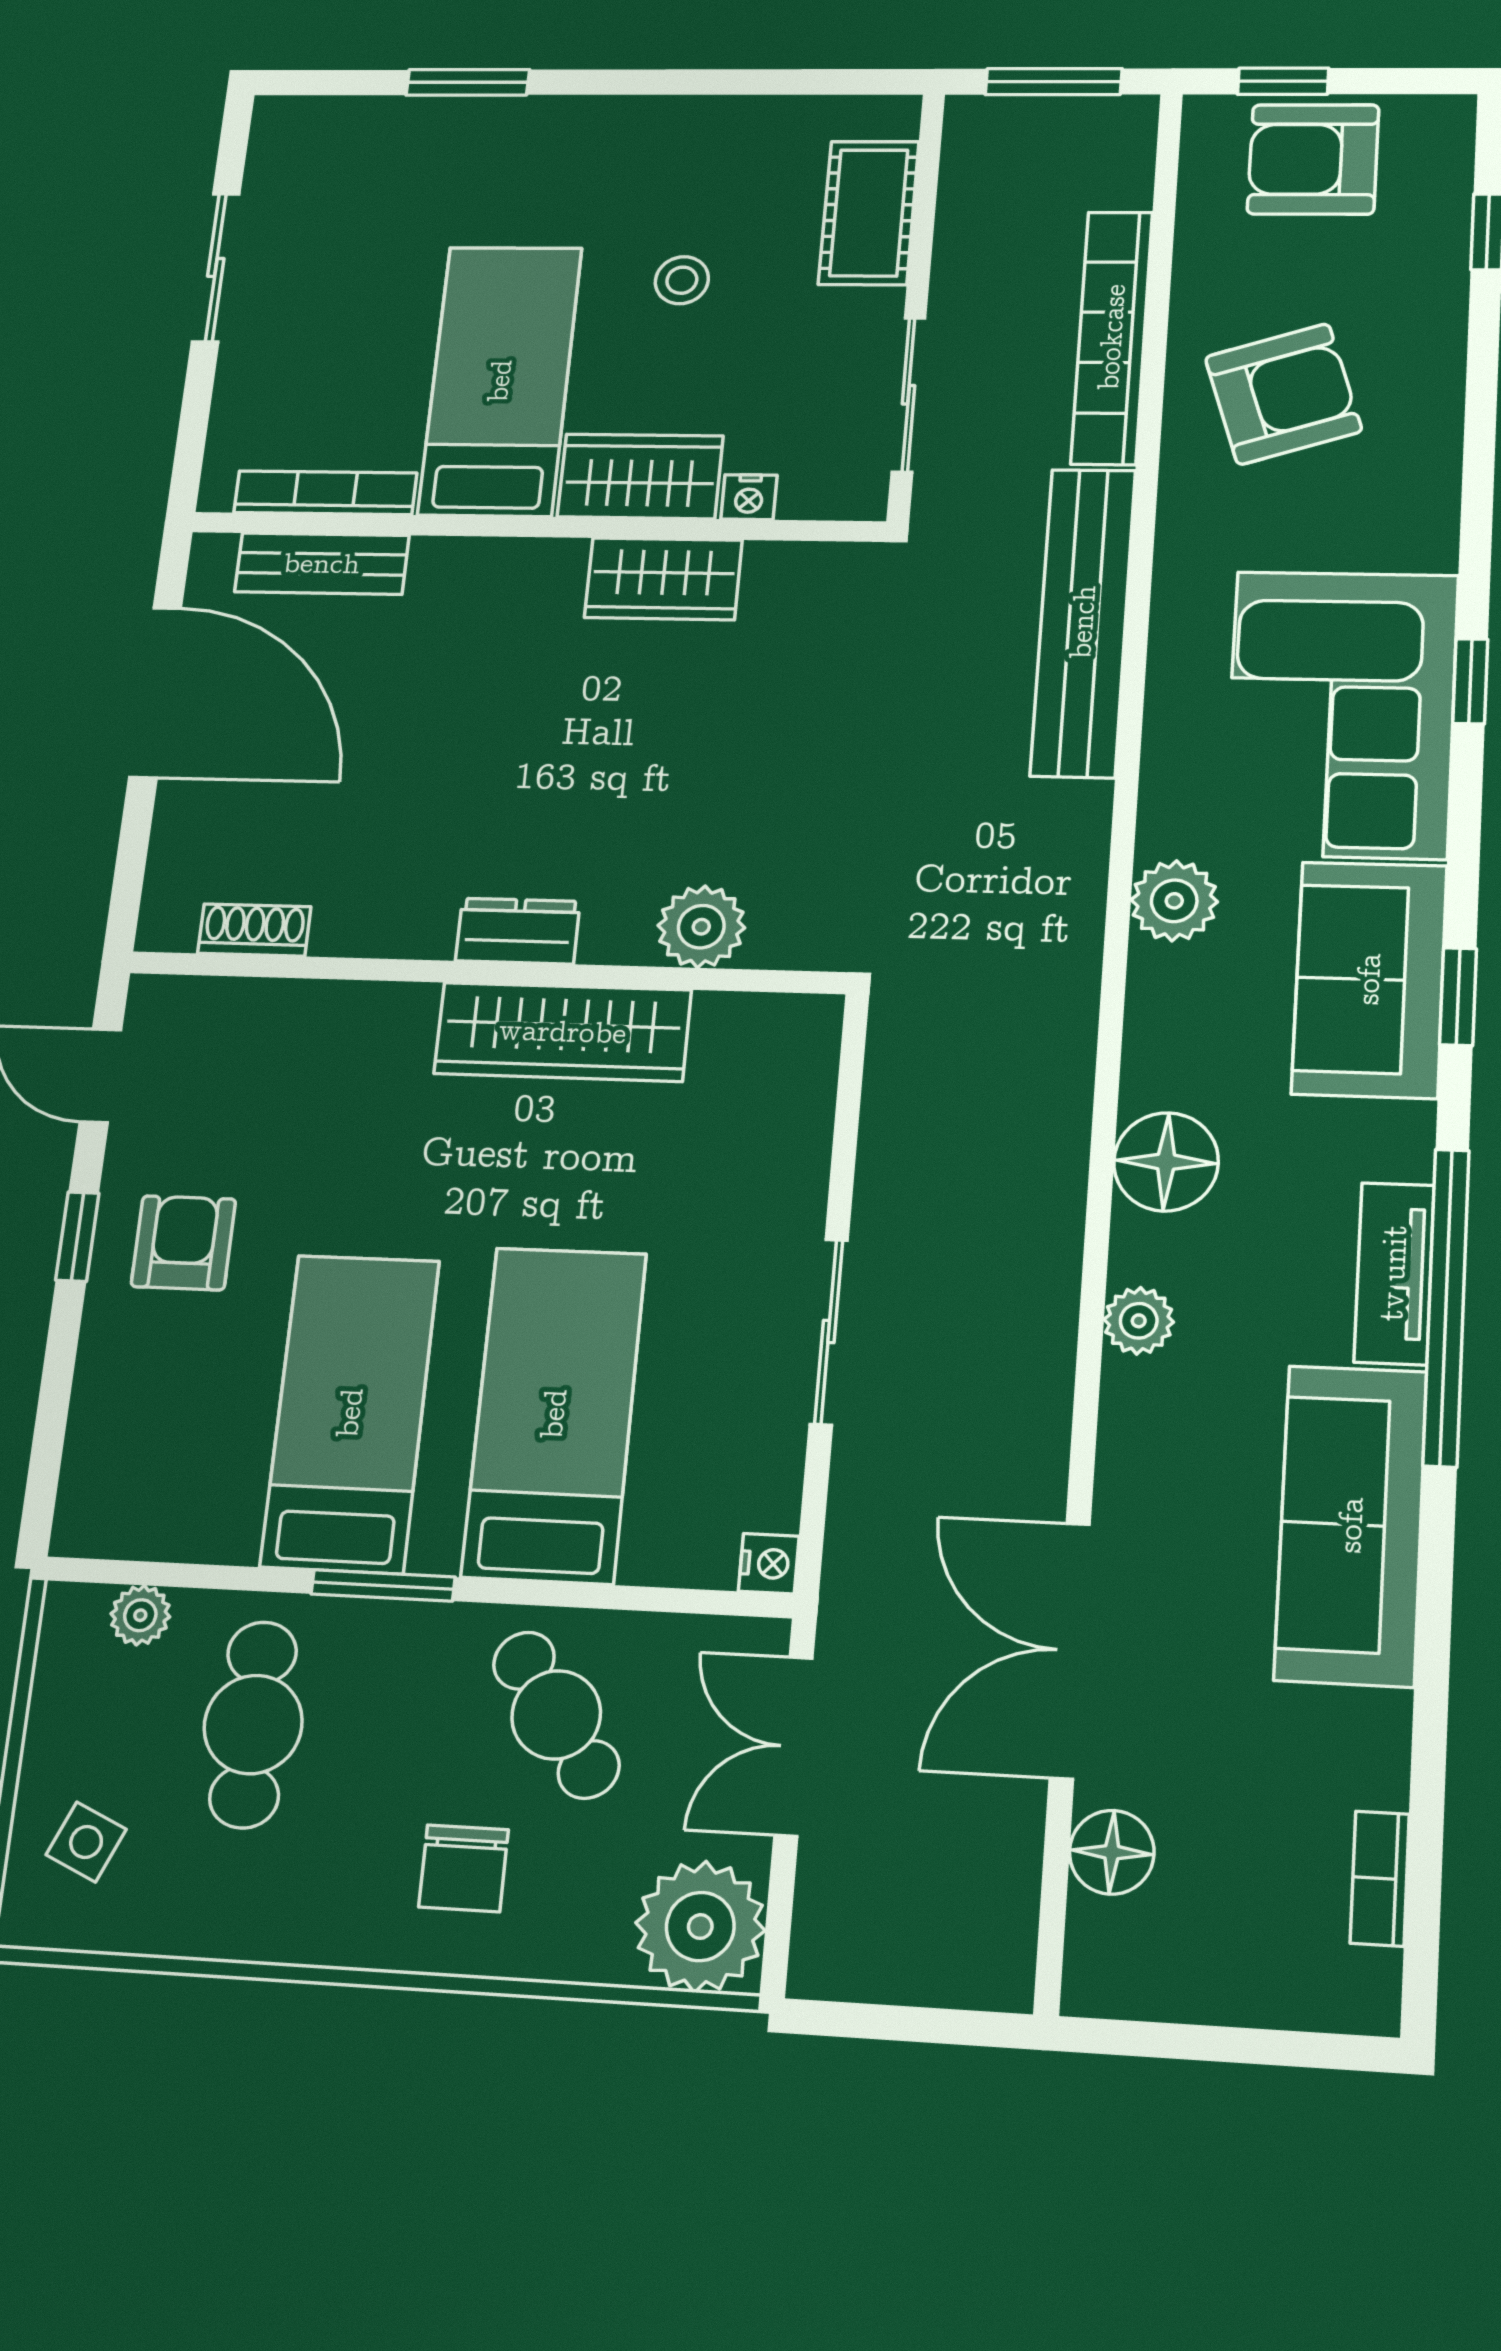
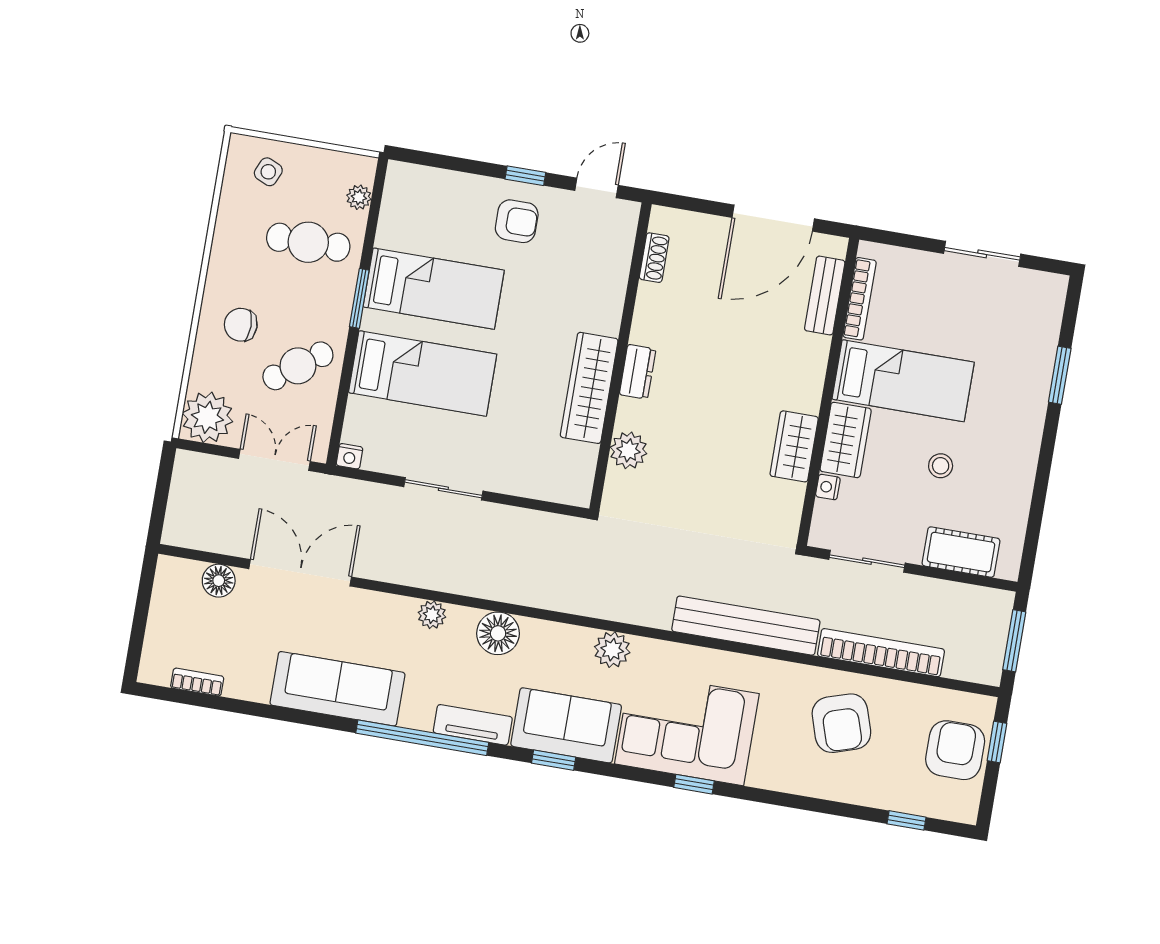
tv unit: (1394, 1273) -> (473, 725), moved

